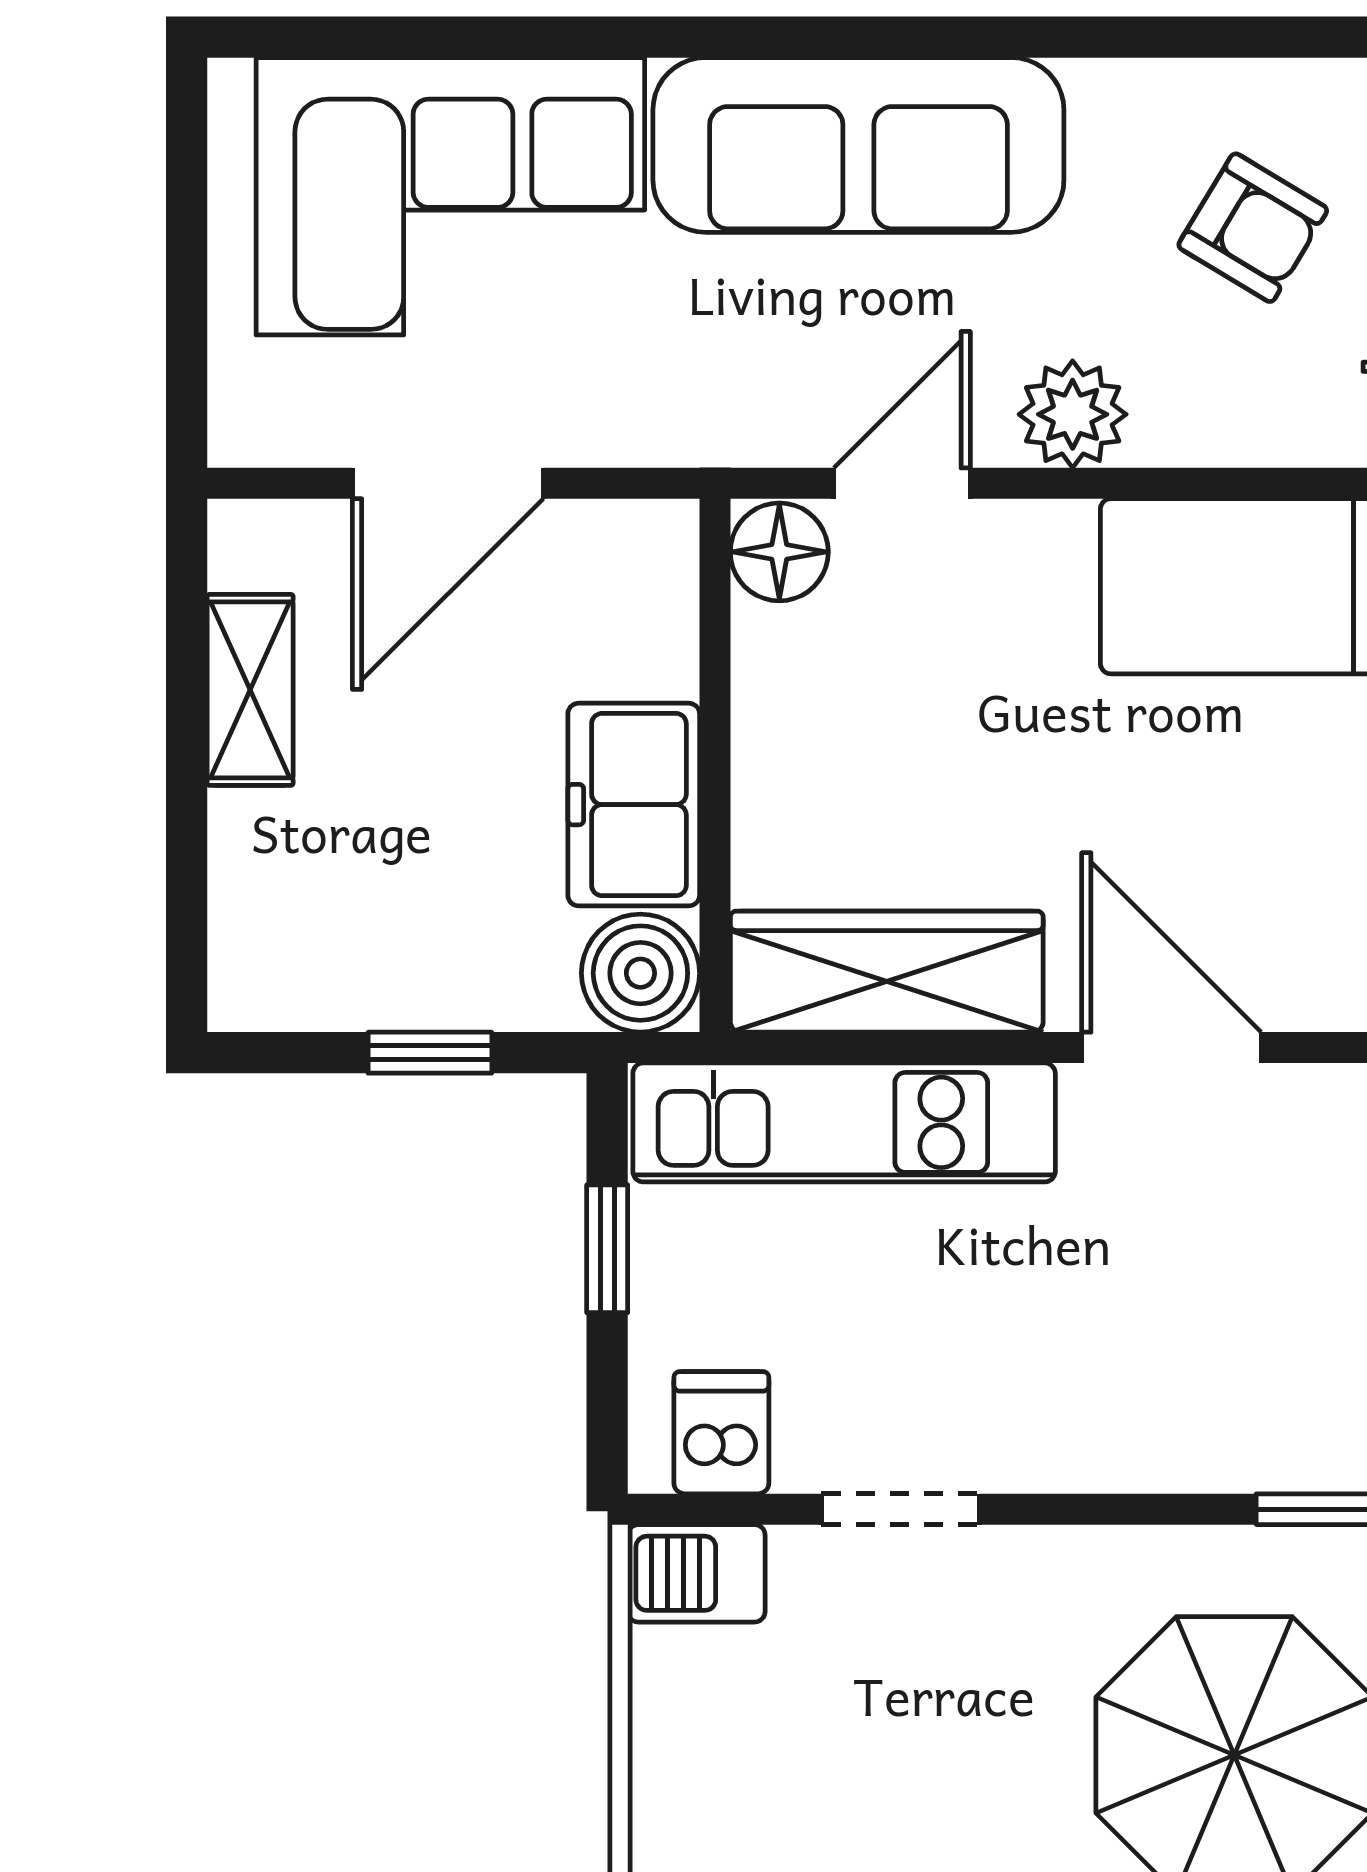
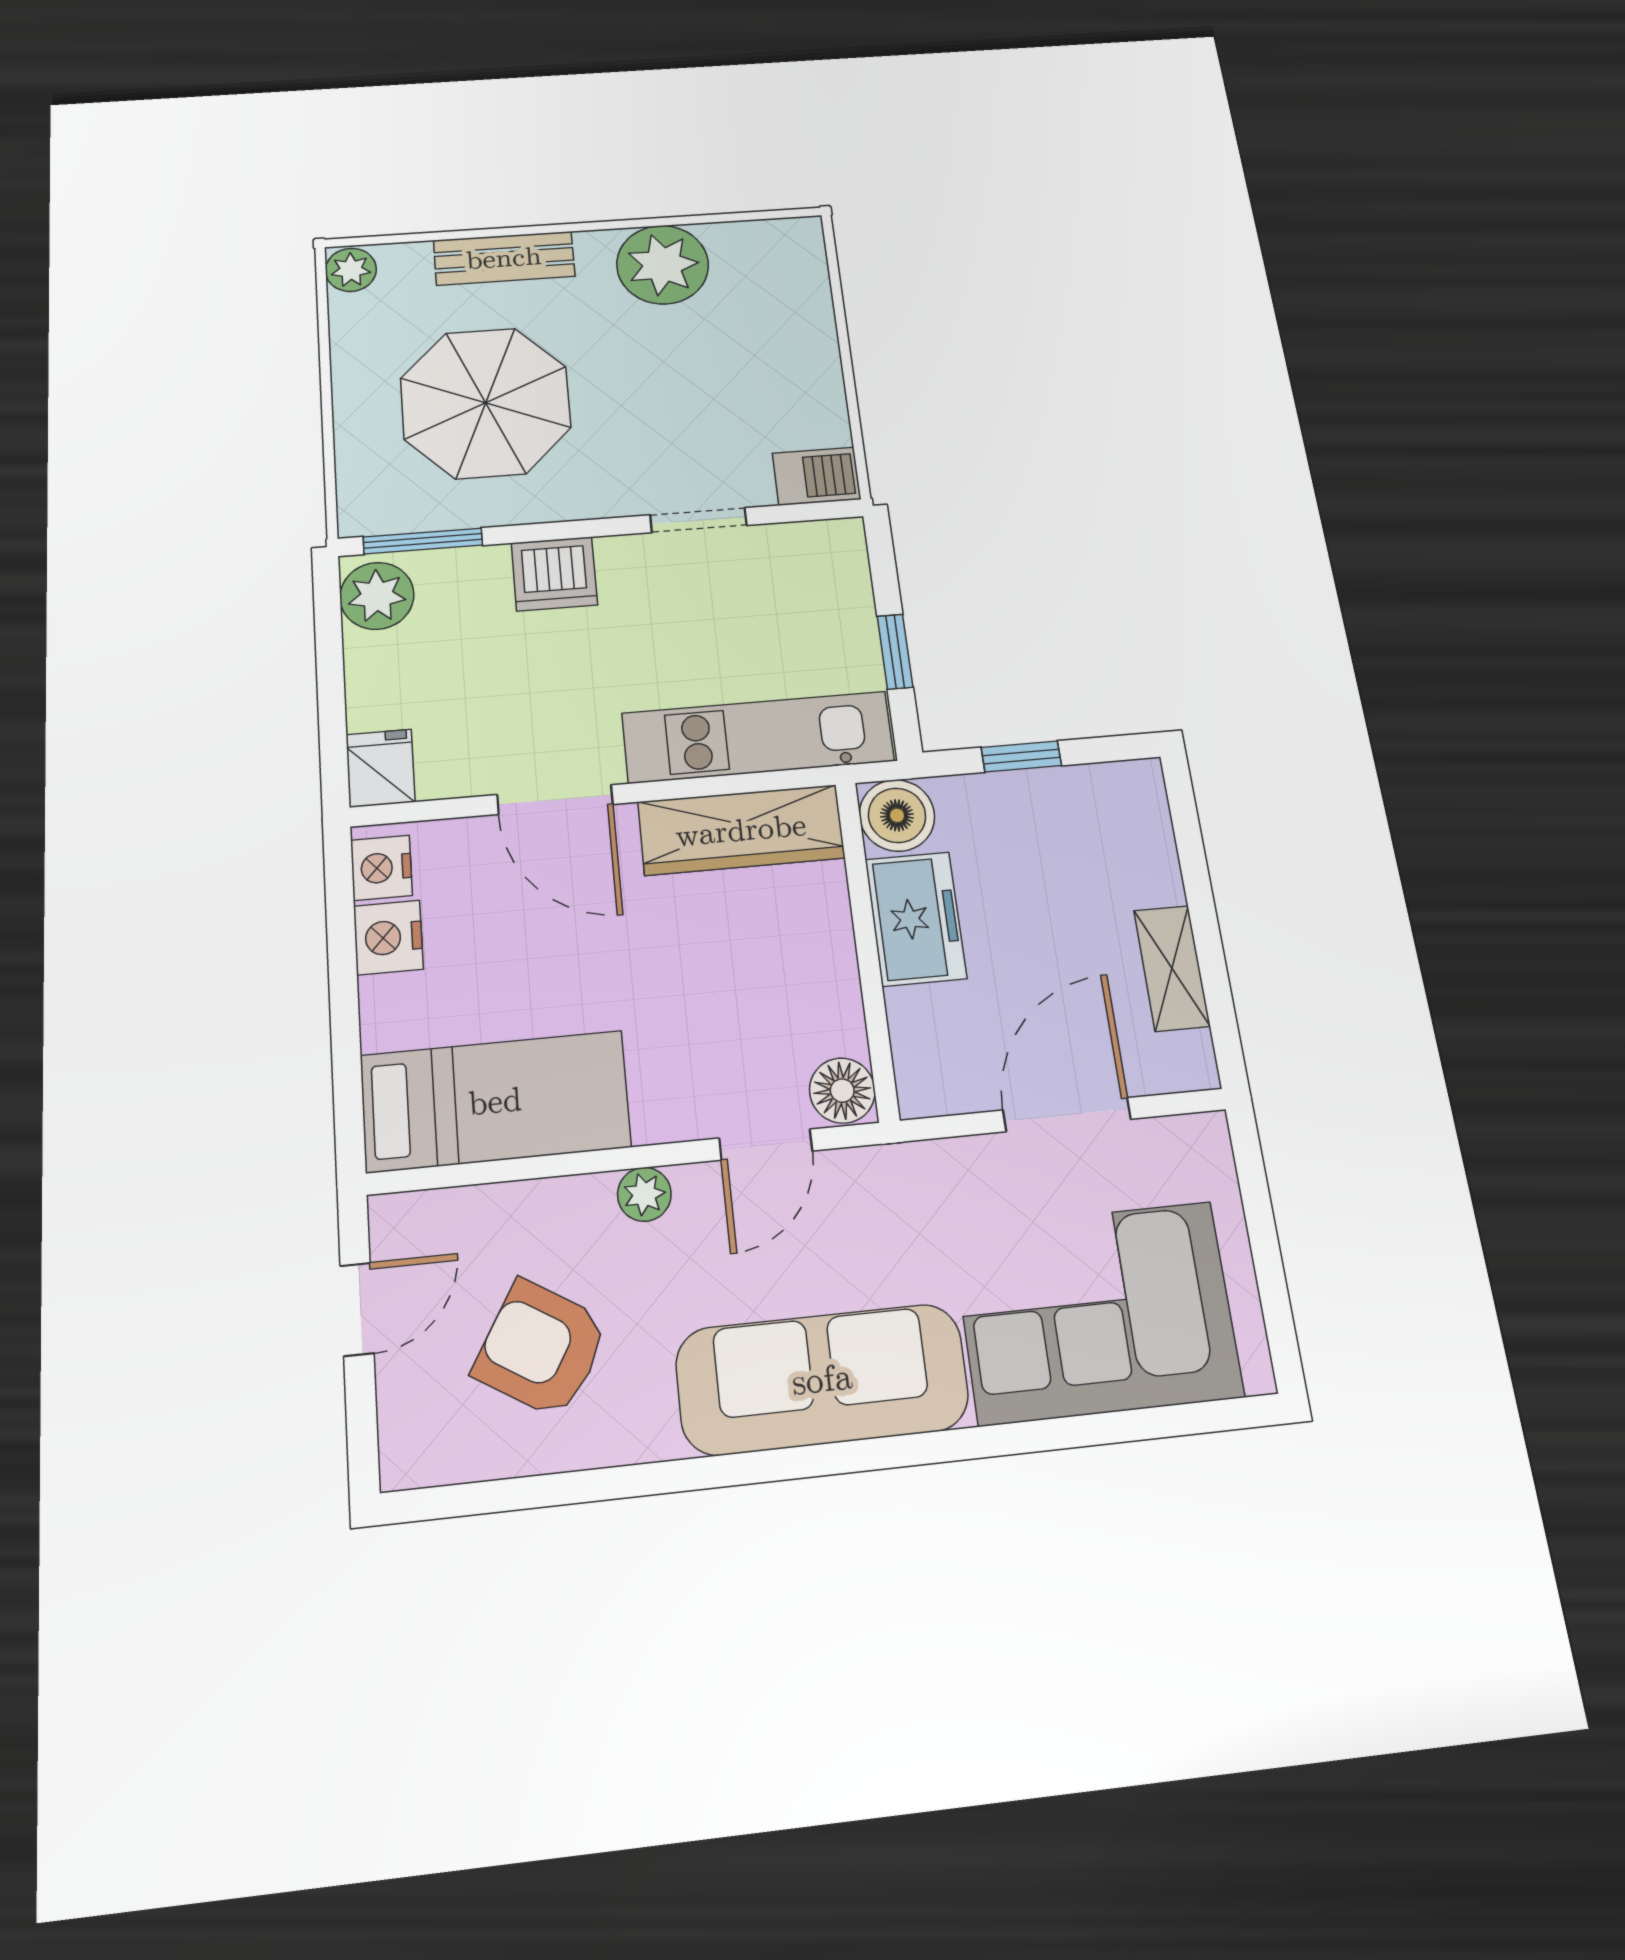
armchair: (1253, 228) -> (541, 1349), width x1.38, depth x1.38
plant: (1073, 414) -> (644, 1194), width x0.73, depth x0.73
dishwasher: (721, 1433) -> (554, 574), moved, width x1.38

